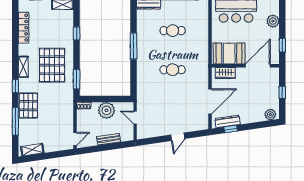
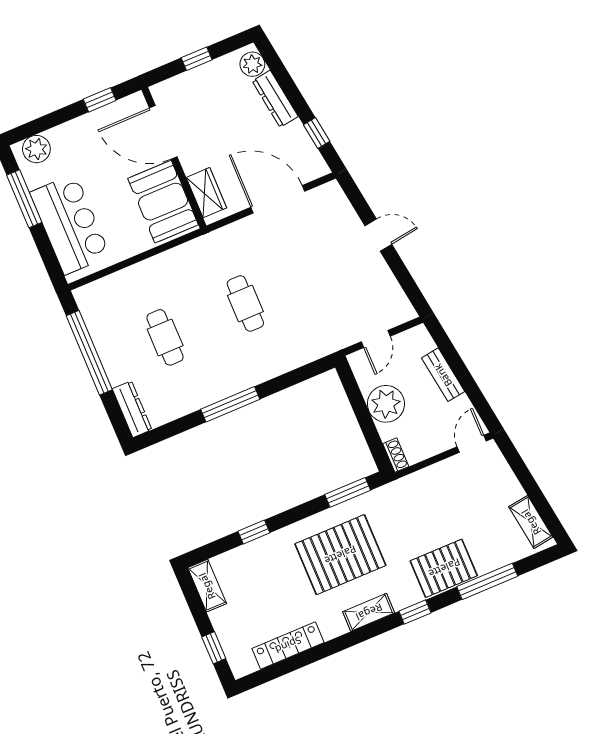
plant: (273, 21) -> (36, 149), moved
dresser: (228, 121) -> (275, 99), moved
door: (75, 139) -> (472, 444), hinge flipped

